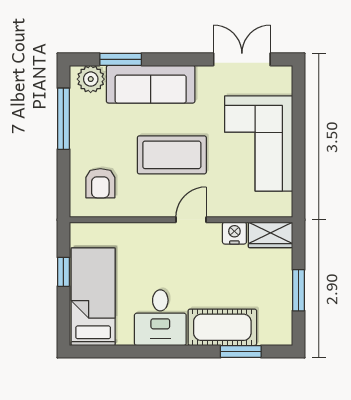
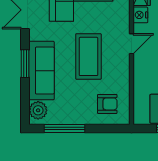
window: (121, 59) -> (25, 64), moved
door: (191, 220) -> (131, 44), swing flipped

